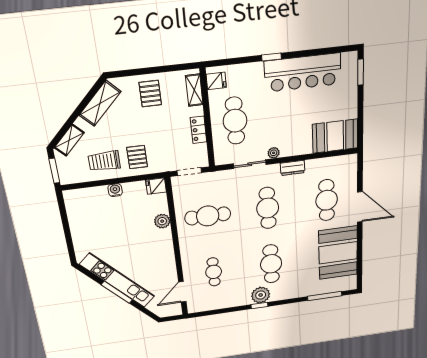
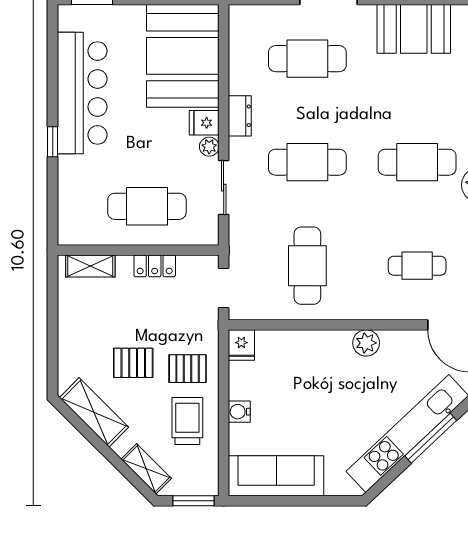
fridge: (216, 81) -> (204, 123), moved, turned -90
pallet: (150, 94) -> (133, 363), moved
booth: (335, 136) -> (183, 56), width x1.36, depth x1.42
trolley: (104, 161) -> (187, 421), turned 180
sofa: (80, 216) -> (276, 476), added
plant: (162, 221) -> (366, 343), moved
booth: (338, 253) -> (414, 29), width x0.73, depth x0.70

